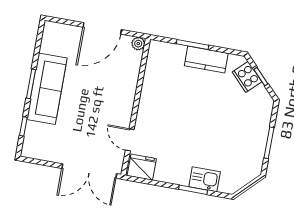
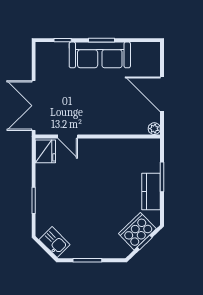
cooker: (247, 77) -> (137, 231), width x1.37, depth x1.31
door: (130, 140) -> (68, 136), swing flipped
kitchen sink: (205, 179) -> (55, 242), moved, turned -45

